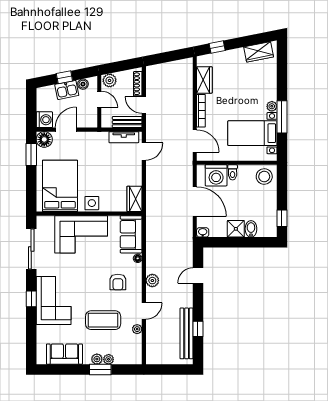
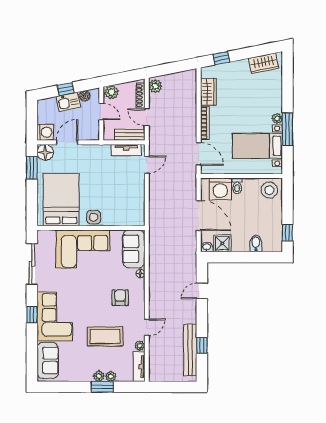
wardrobe: (135, 199) -> (137, 213), removed
shower: (236, 229) -> (222, 243), moved
plant: (152, 281) -> (155, 86), moved
armchair: (118, 282) -> (120, 298), turned 180
tv unit: (136, 350) -> (139, 367), added
sofa: (64, 354) -> (48, 360), moved, turned 90

